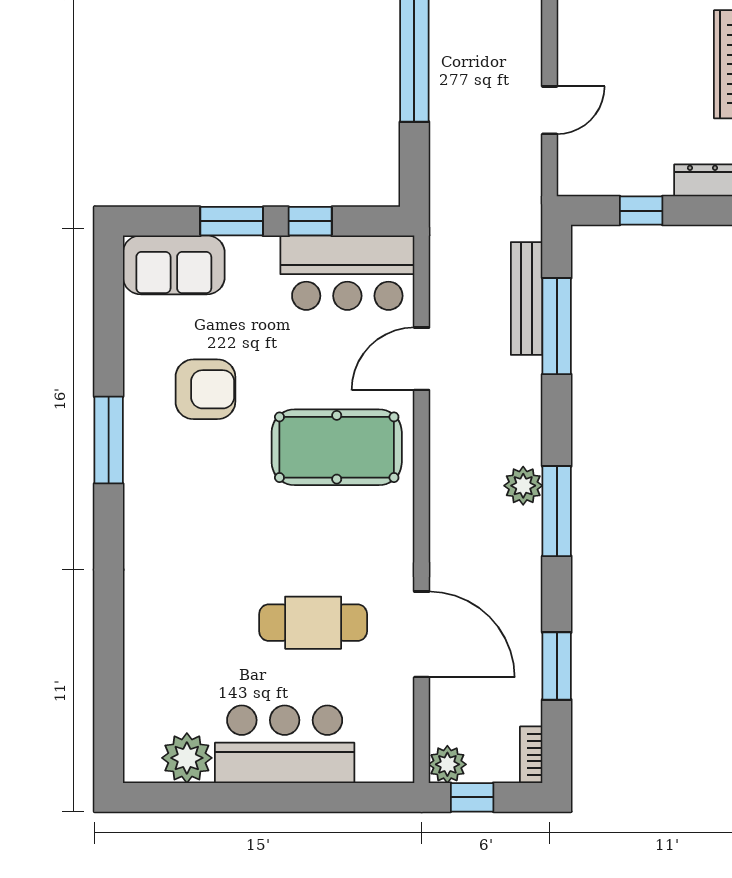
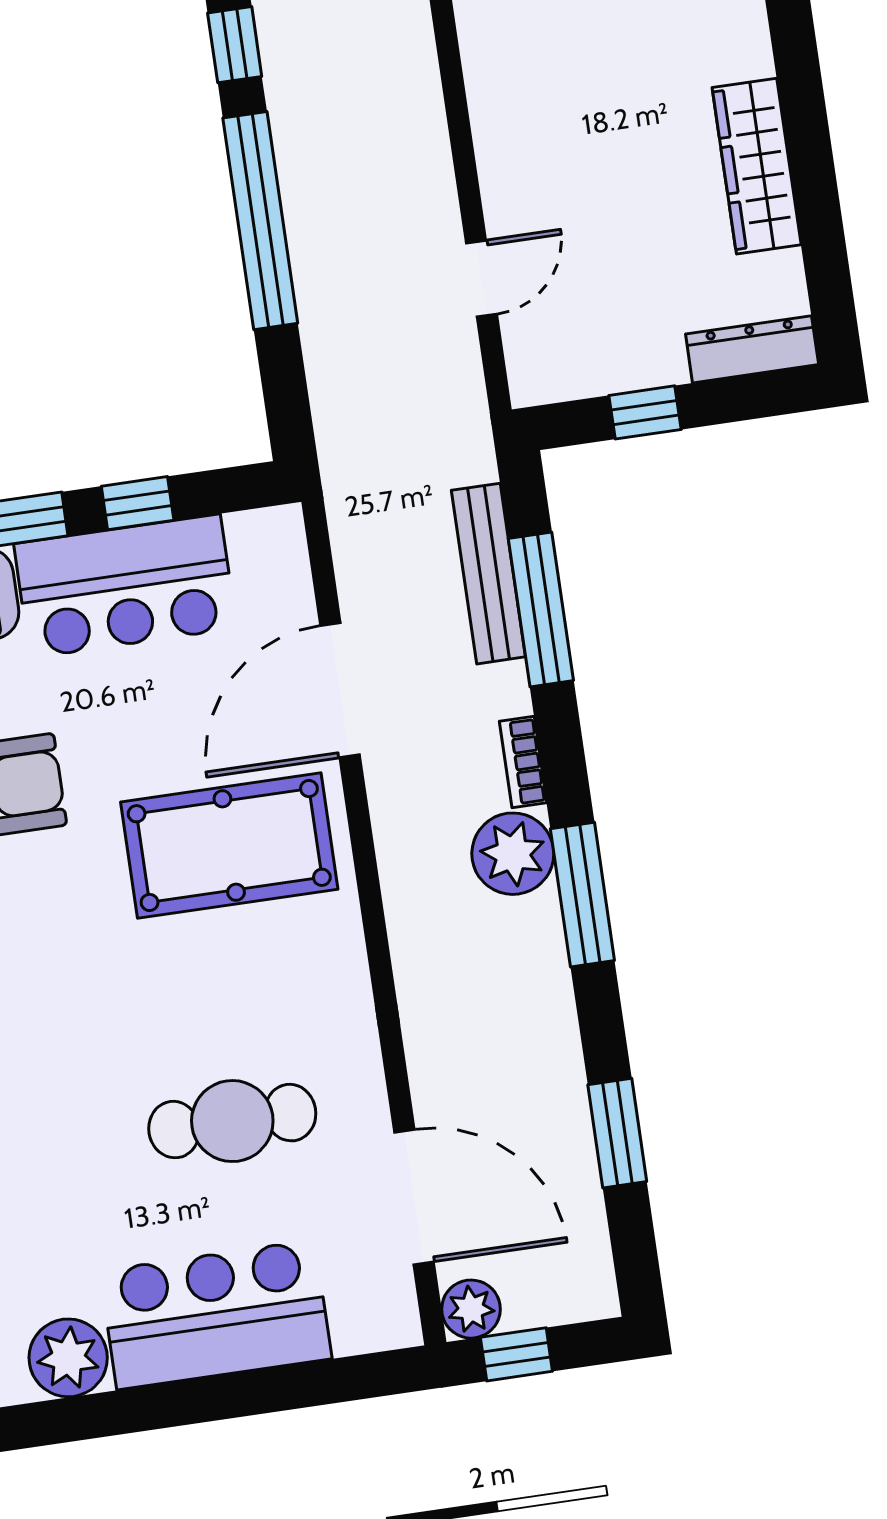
bar counter: (347, 273) -> (125, 586), moved
door: (422, 359) -> (340, 690), width x1.36
plant: (523, 486) -> (513, 854), width x1.36, depth x1.36
door: (422, 634) -> (414, 1197), moved
bookcase: (531, 755) -> (523, 762), moved

